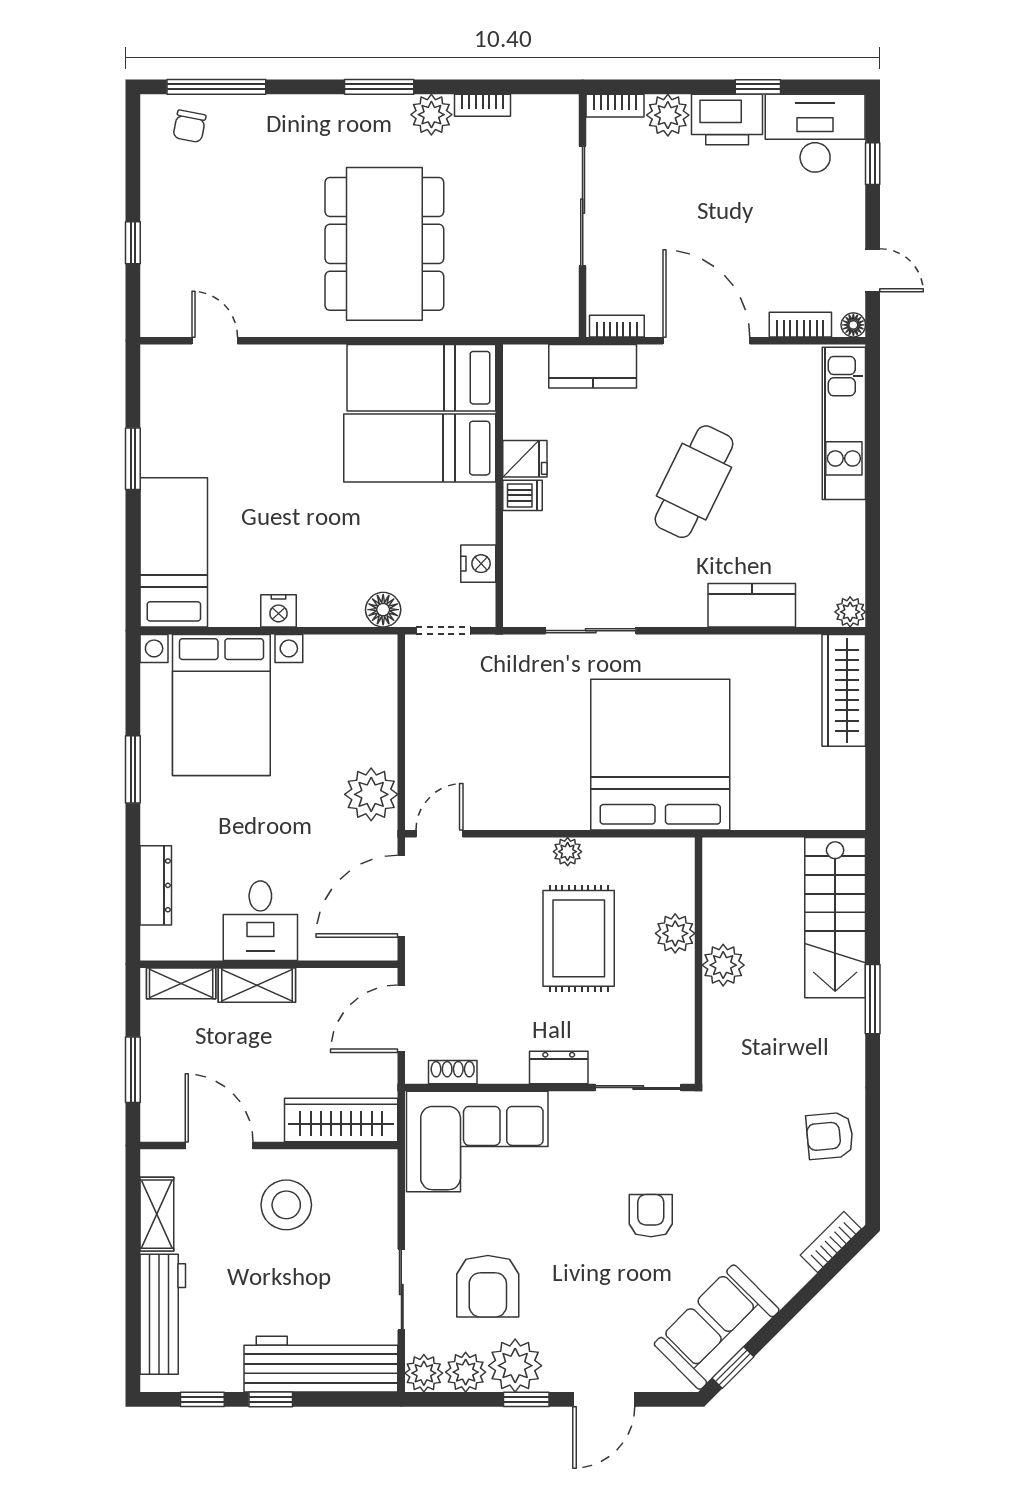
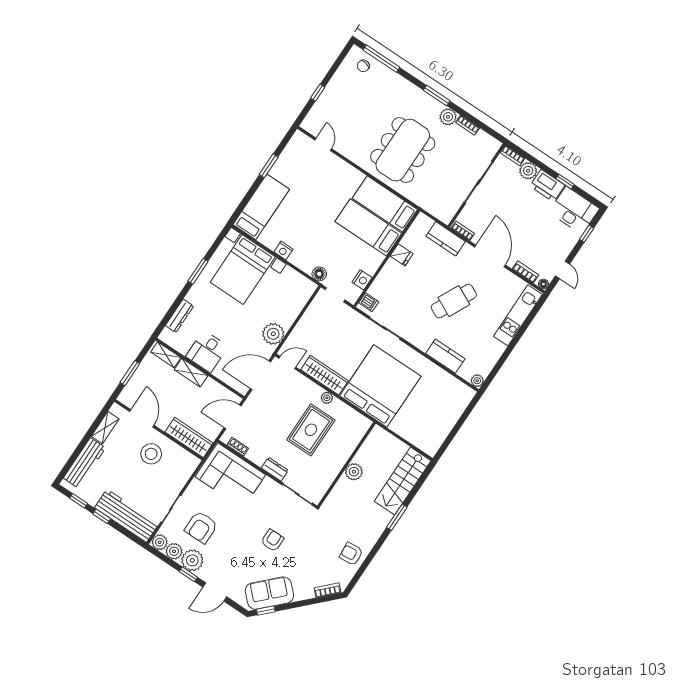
dishwasher: (523, 495) -> (369, 302), moved
wardrobe: (844, 690) -> (325, 375), moved, turned 90
plant: (675, 933) -> (345, 450), removed

